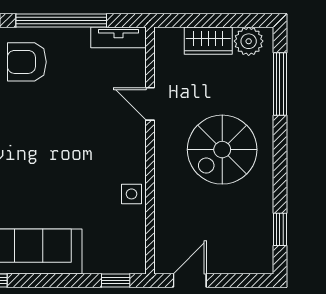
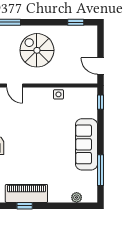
door: (150, 104) -> (15, 85), hinge flipped
spiral stairs: (222, 150) -> (37, 50), turned 180

